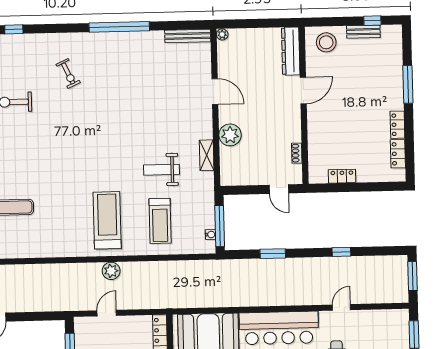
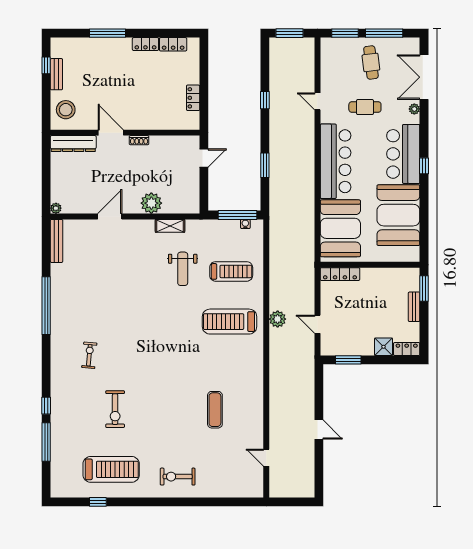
exercise bike: (68, 73) -> (89, 355), turned -60
shoe rack: (297, 153) -> (139, 140), moved

